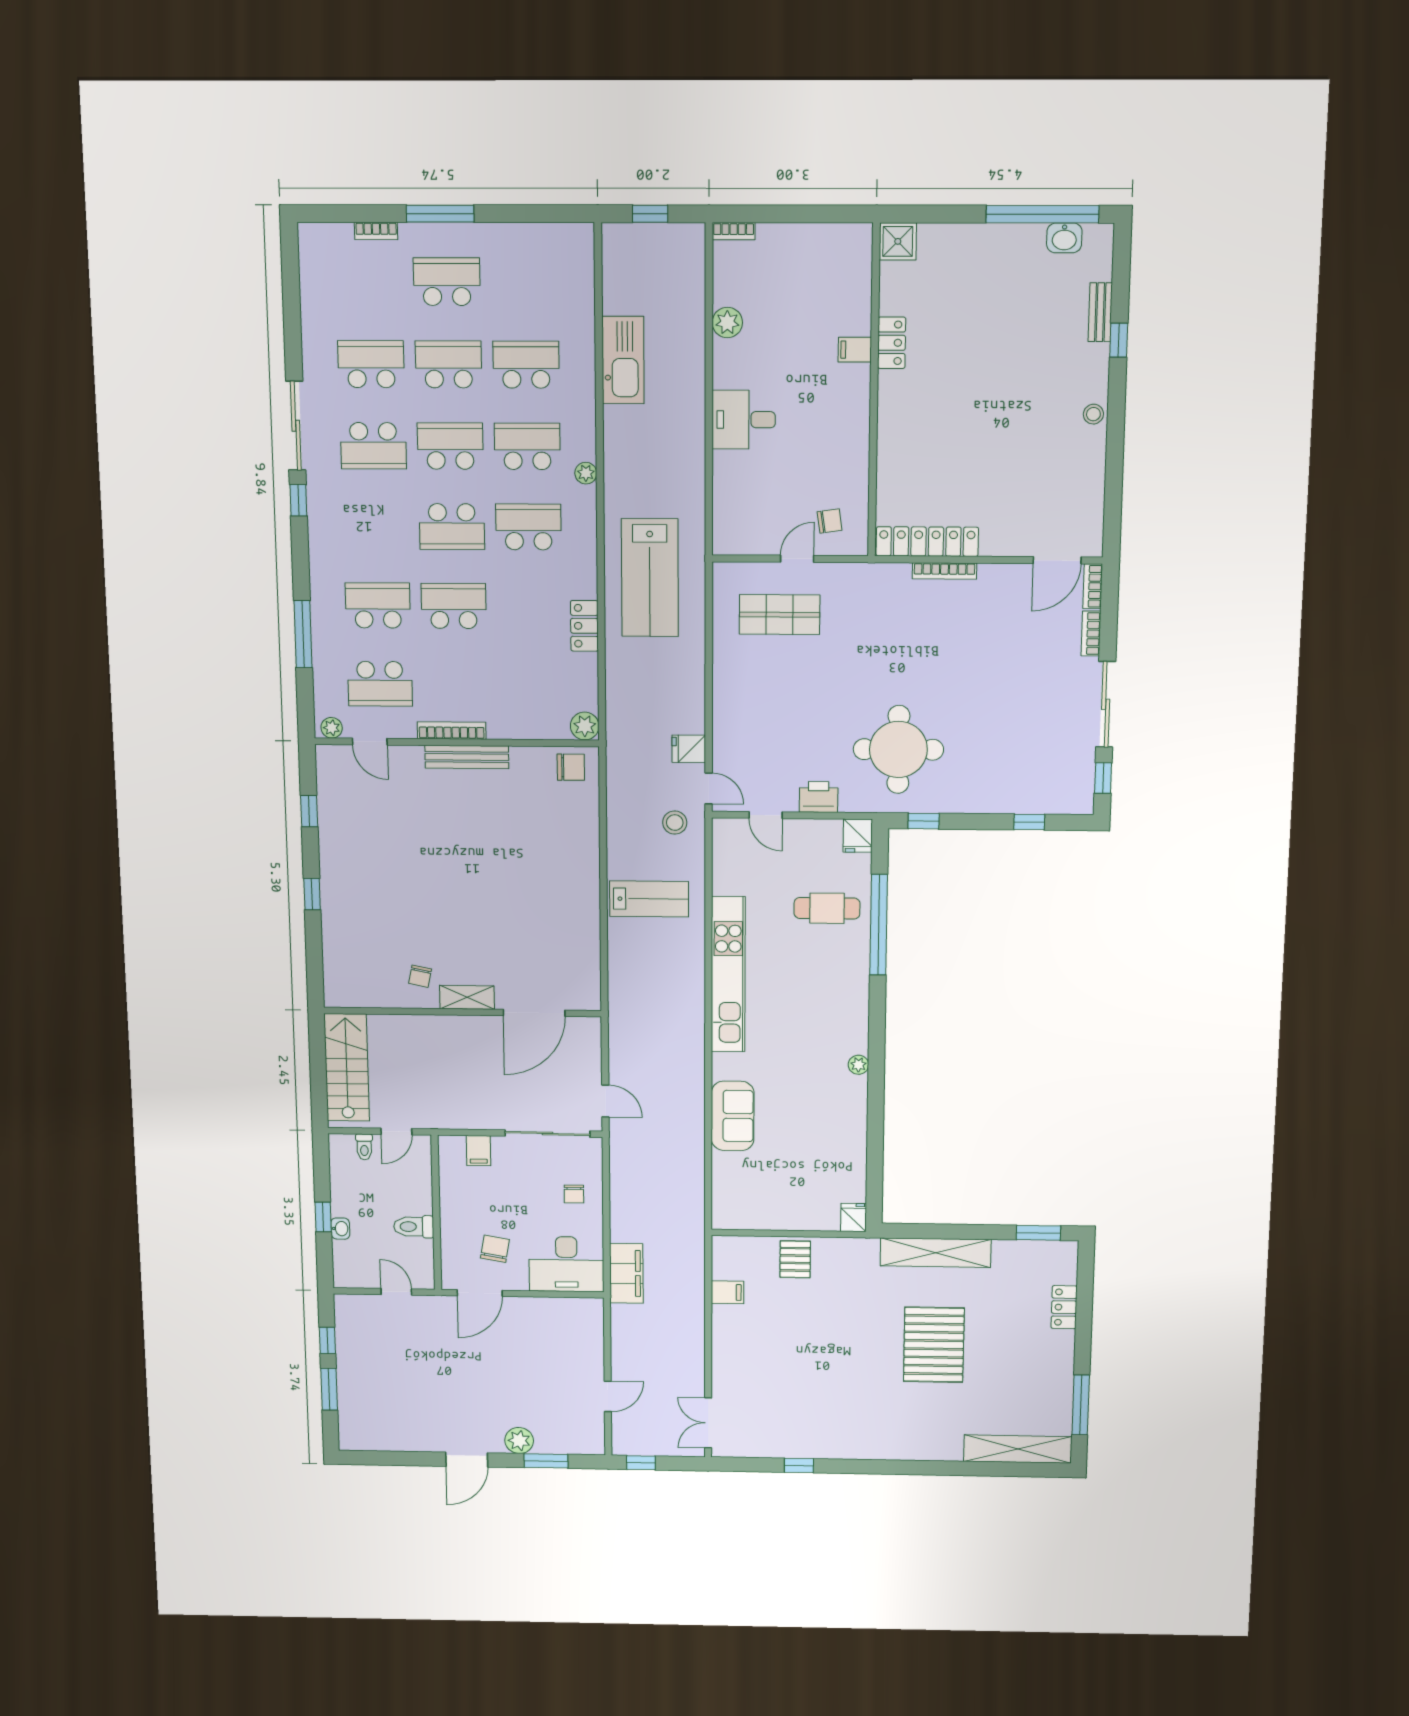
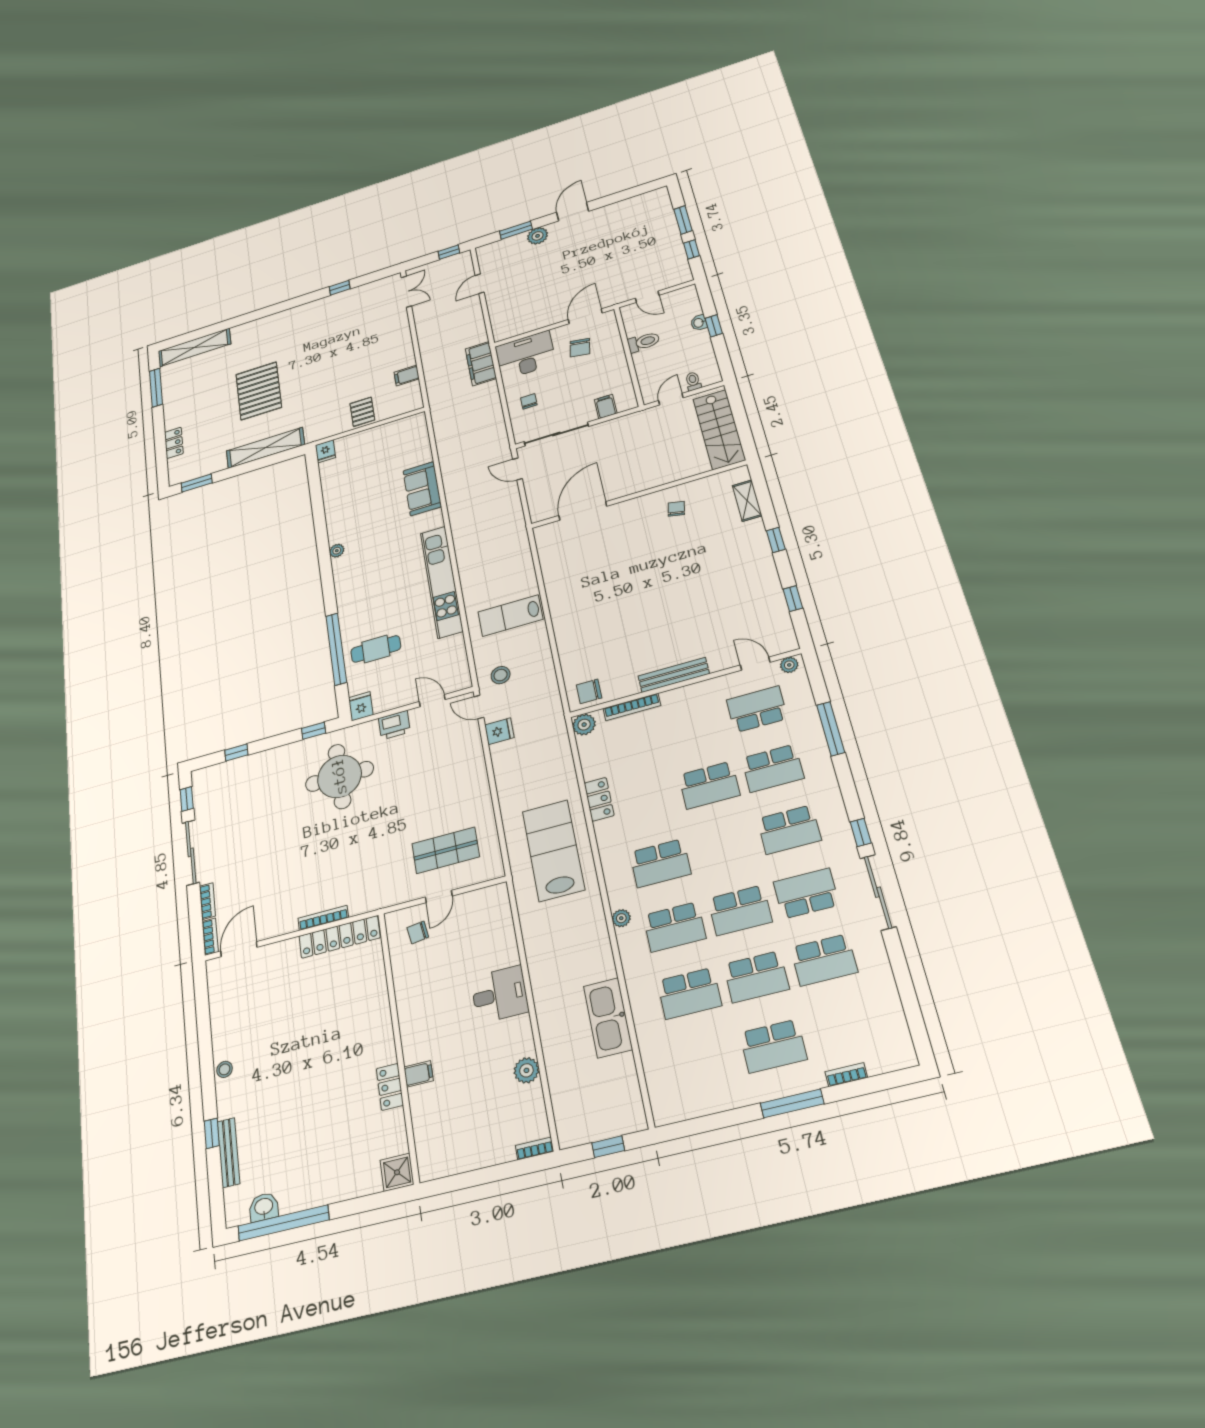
bench: (1100, 312) -> (229, 1153), width x1.36
school desk: (452, 527) -> (789, 830), moved, turned 180
bookcase: (452, 731) -> (632, 707), moved
shelving: (467, 997) -> (747, 501), moved, turned 90

